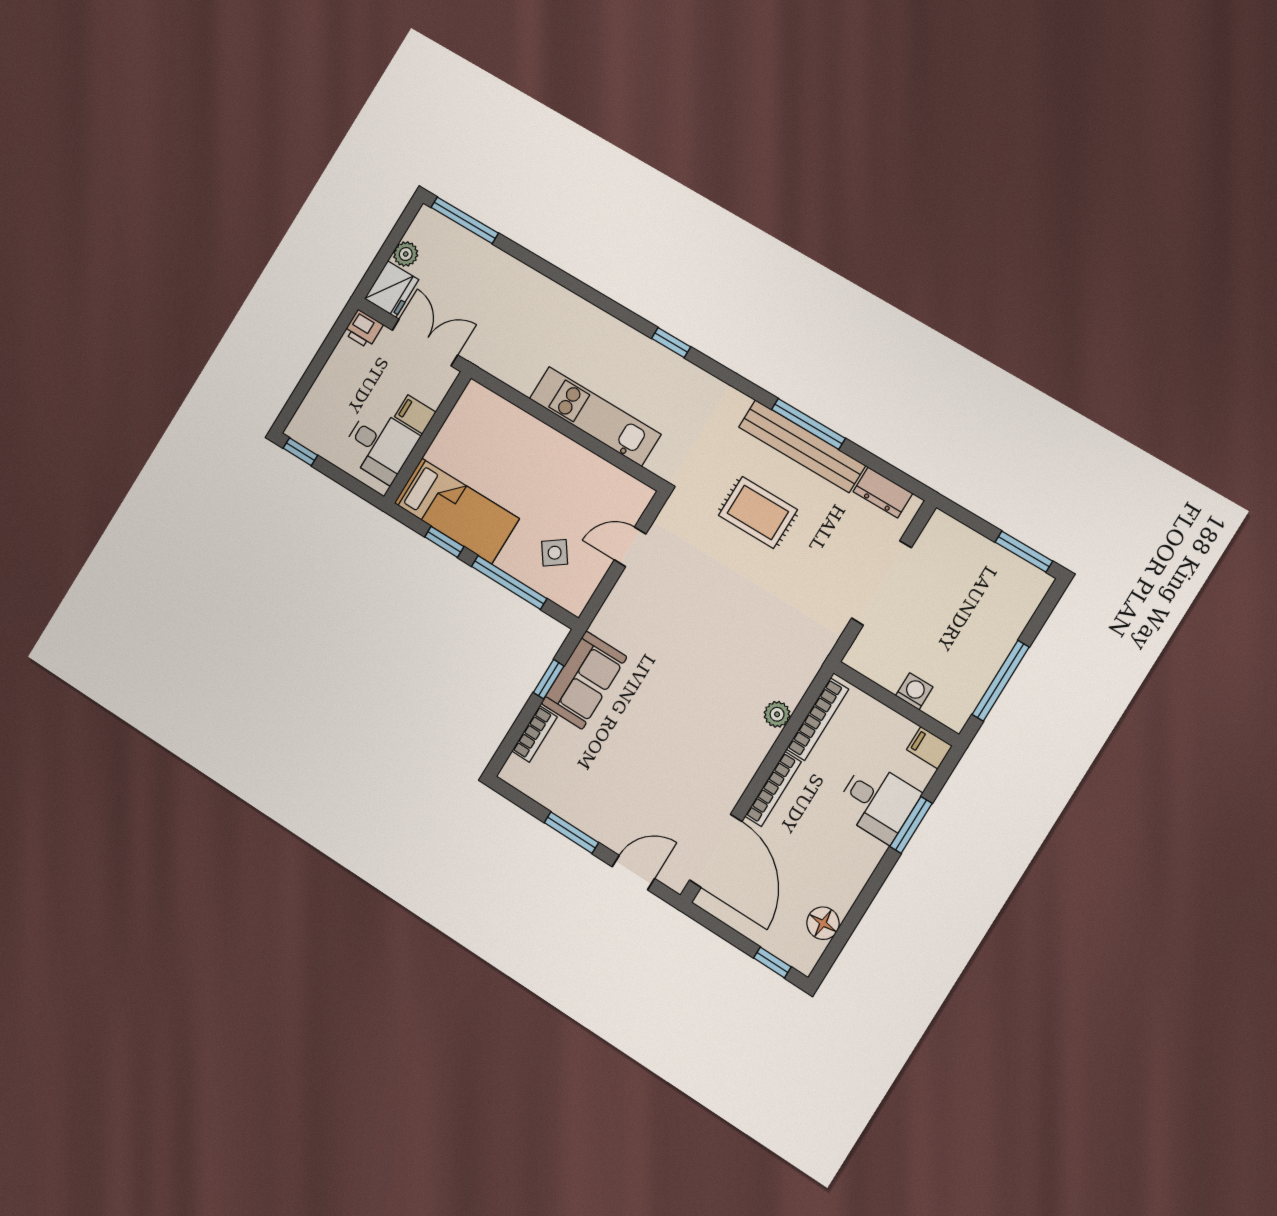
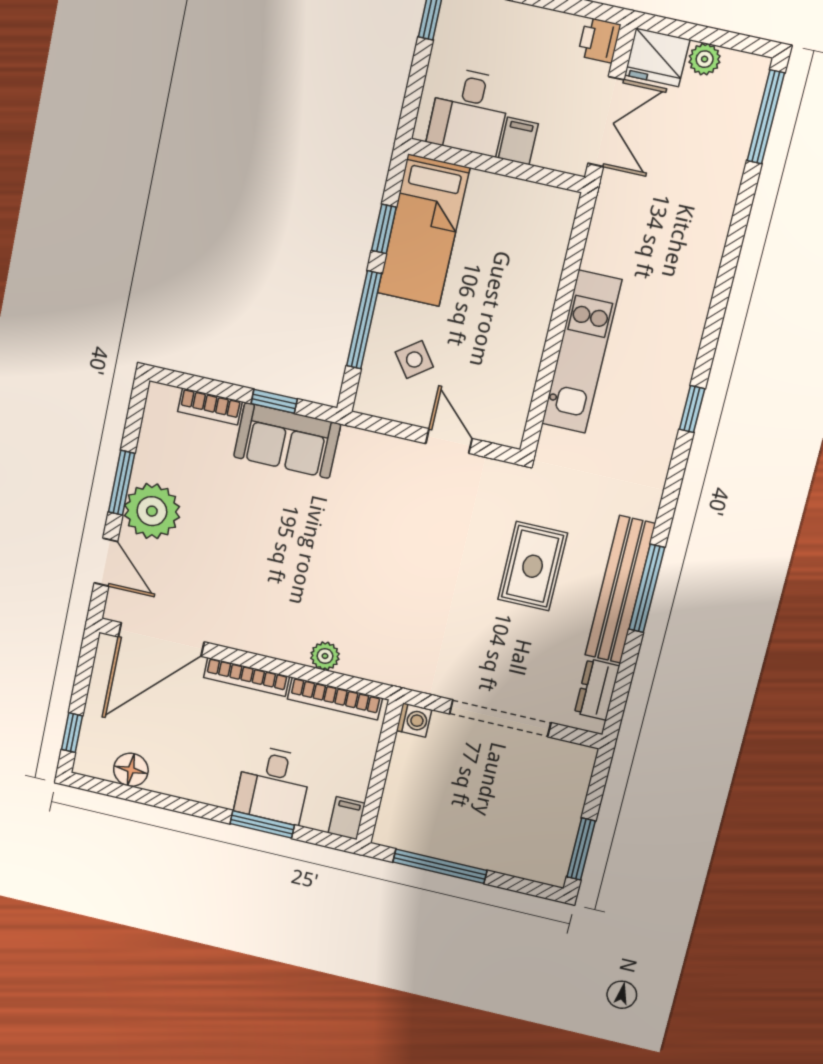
washing machine: (914, 691) -> (414, 720), moved
plant: (604, 816) -> (152, 511), added

